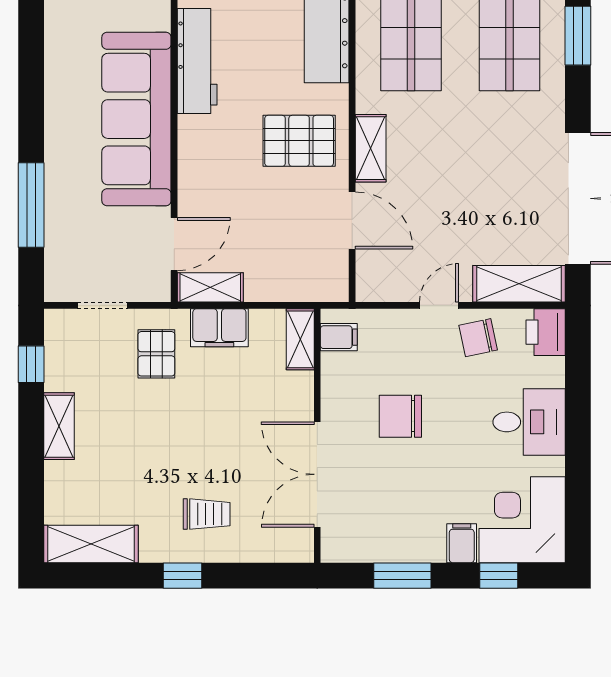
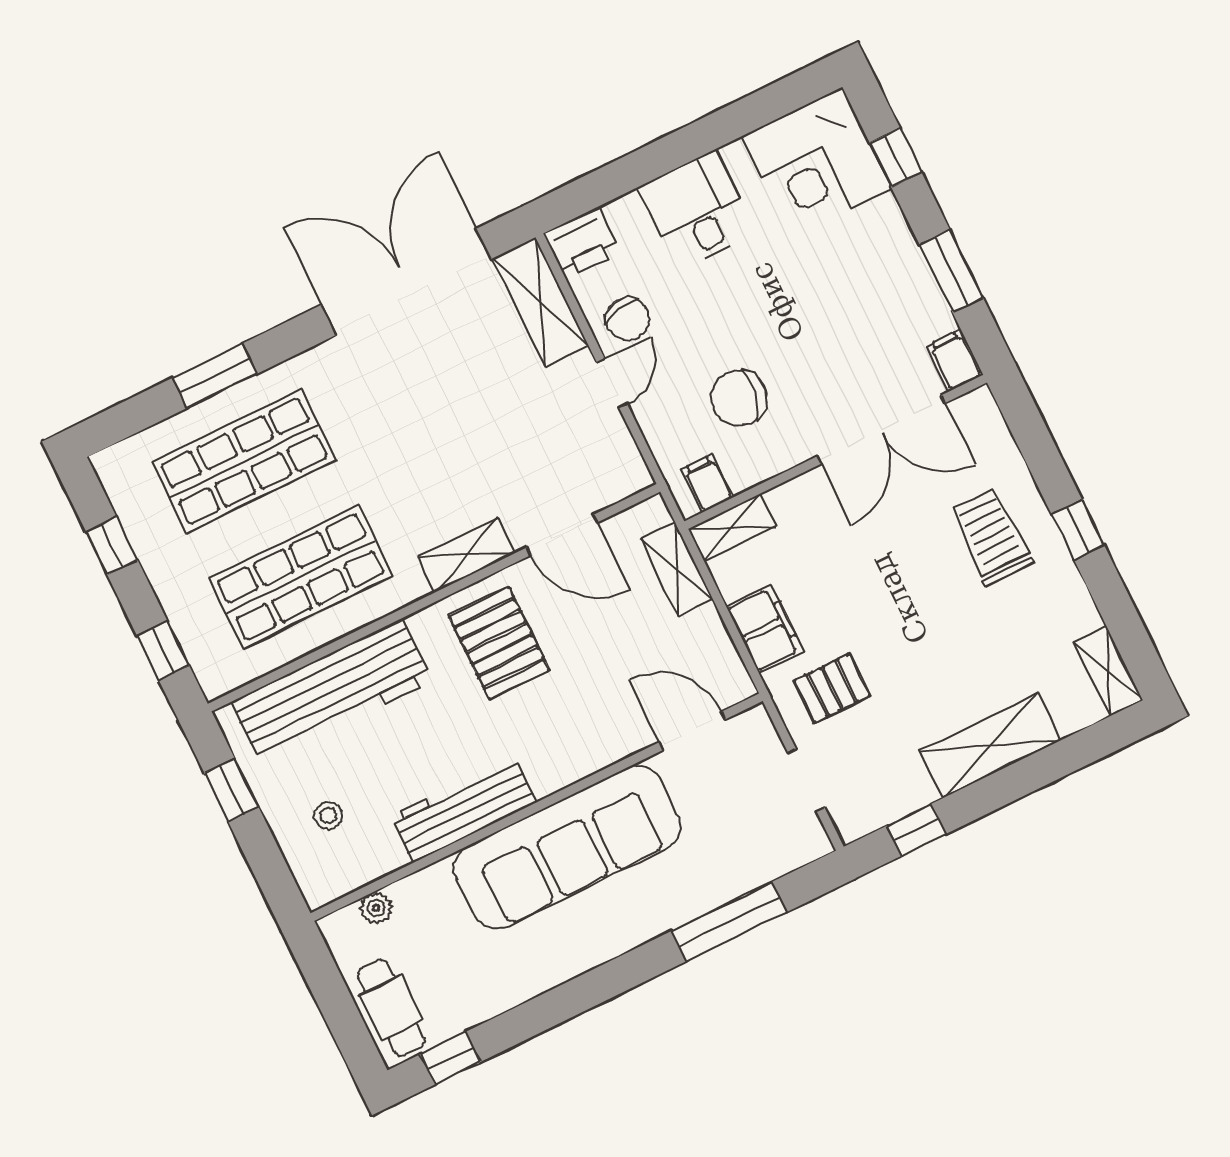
door: (352, 220) -> (562, 535), swing flipped
shelving: (210, 287) -> (677, 569), moved
door: (439, 305) -> (612, 384), swing flipped
chair: (400, 416) -> (739, 398), moved, turned 99
shelving: (59, 426) -> (990, 746), width x1.50, depth x1.33
trolley: (207, 514) -> (992, 537), width x1.36, depth x1.39
filing cabinet: (462, 543) -> (955, 360), moved, turned 90
shelving: (91, 544) -> (1108, 671), width x0.67, depth x0.75

